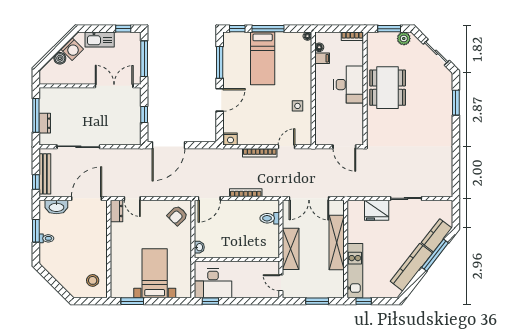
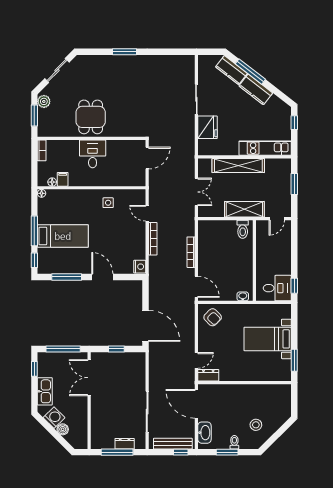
desk: (349, 85) -> (93, 154), width x0.73
dining table: (388, 88) -> (91, 117), width x0.73
window: (456, 103) -> (125, 52), moved
double door: (309, 198) -> (196, 192), width x0.73
toilet: (270, 218) -> (243, 229), moved
kitchen counter: (411, 267) -> (256, 89), width x0.67
stool: (93, 280) -> (256, 425), moved
desk: (213, 283) -> (277, 288), width x0.73
window: (364, 301) -> (294, 123), moved

